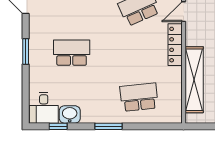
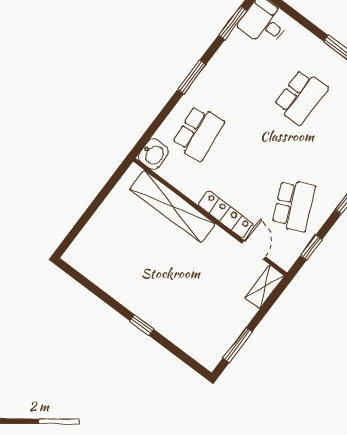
washbasin: (70, 114) -> (153, 154), moved
window: (58, 126) -> (233, 23), width x1.50

